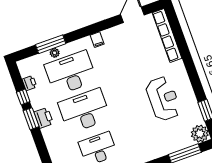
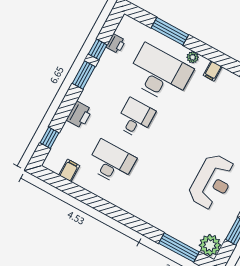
plant: (55, 53) -> (193, 57), moved
desk: (84, 111) -> (135, 118), width x0.53, depth x0.77
printer: (44, 118) -> (79, 115), moved

